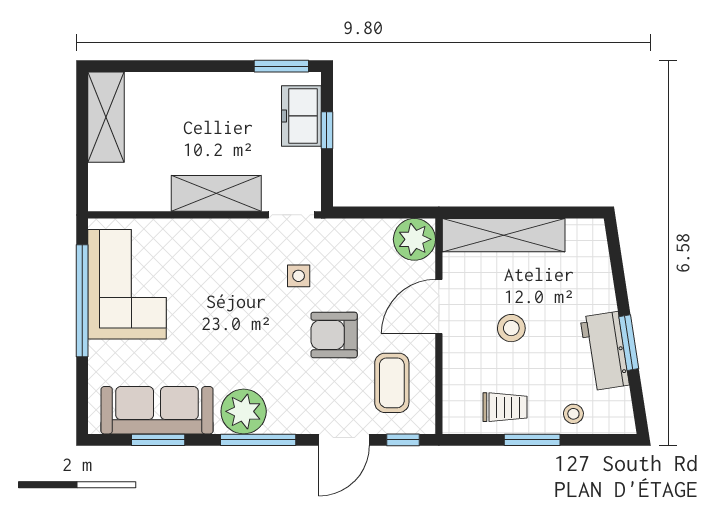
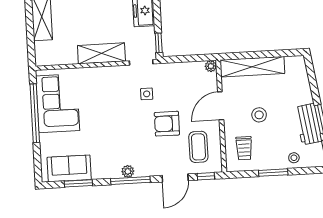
window: (327, 130) -> (159, 43), moved
plant: (414, 239) -> (211, 66), width x0.53, depth x0.53
trolley: (505, 407) -> (244, 148), moved, turned 90
sofa: (157, 410) -> (69, 168), width x0.73
plant: (244, 411) -> (128, 171), width x0.53, depth x0.53

